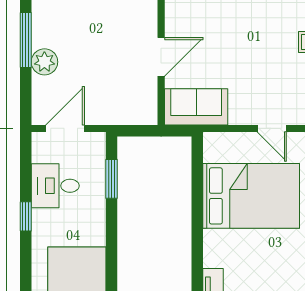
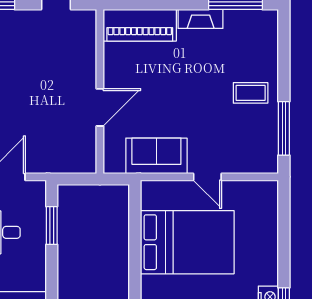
sofa: (196, 107) -> (156, 156), moved

